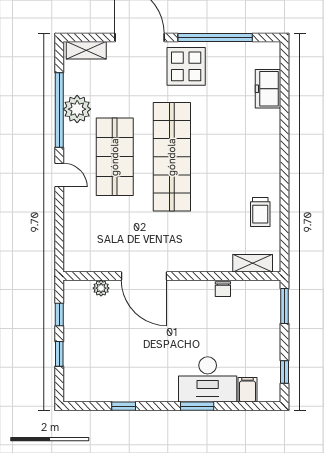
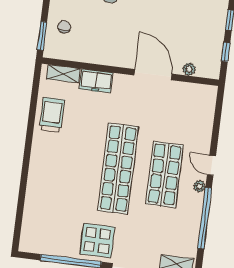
freezer: (268, 89) -> (96, 81), moved, turned 90
plant: (77, 109) -> (199, 186), moved, width x0.53, depth x0.53
trolley: (260, 212) -> (52, 115), width x1.36, depth x1.39
chair: (223, 289) -> (64, 27), moved

